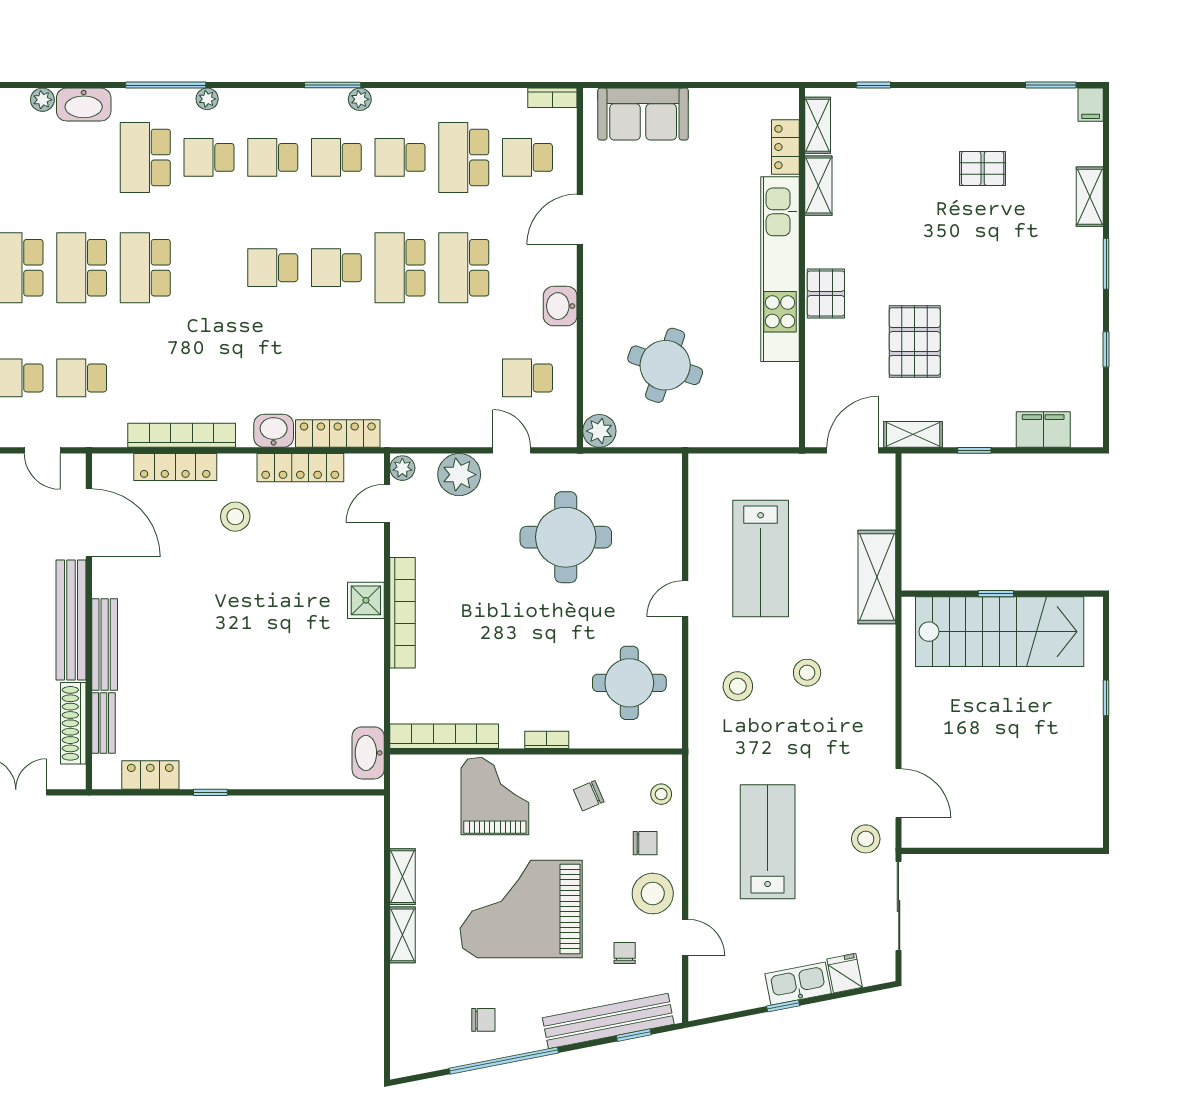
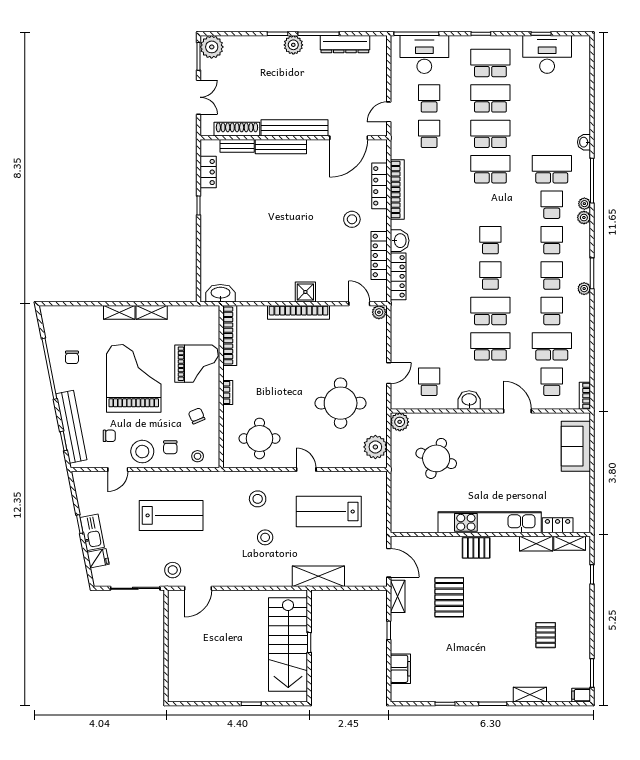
plant: (42, 100) -> (584, 218), moved
washbasin: (84, 105) -> (584, 142), width x0.52, depth x0.69
pallet: (915, 342) -> (449, 597), turned 90
plant: (459, 475) -> (375, 447), moved

